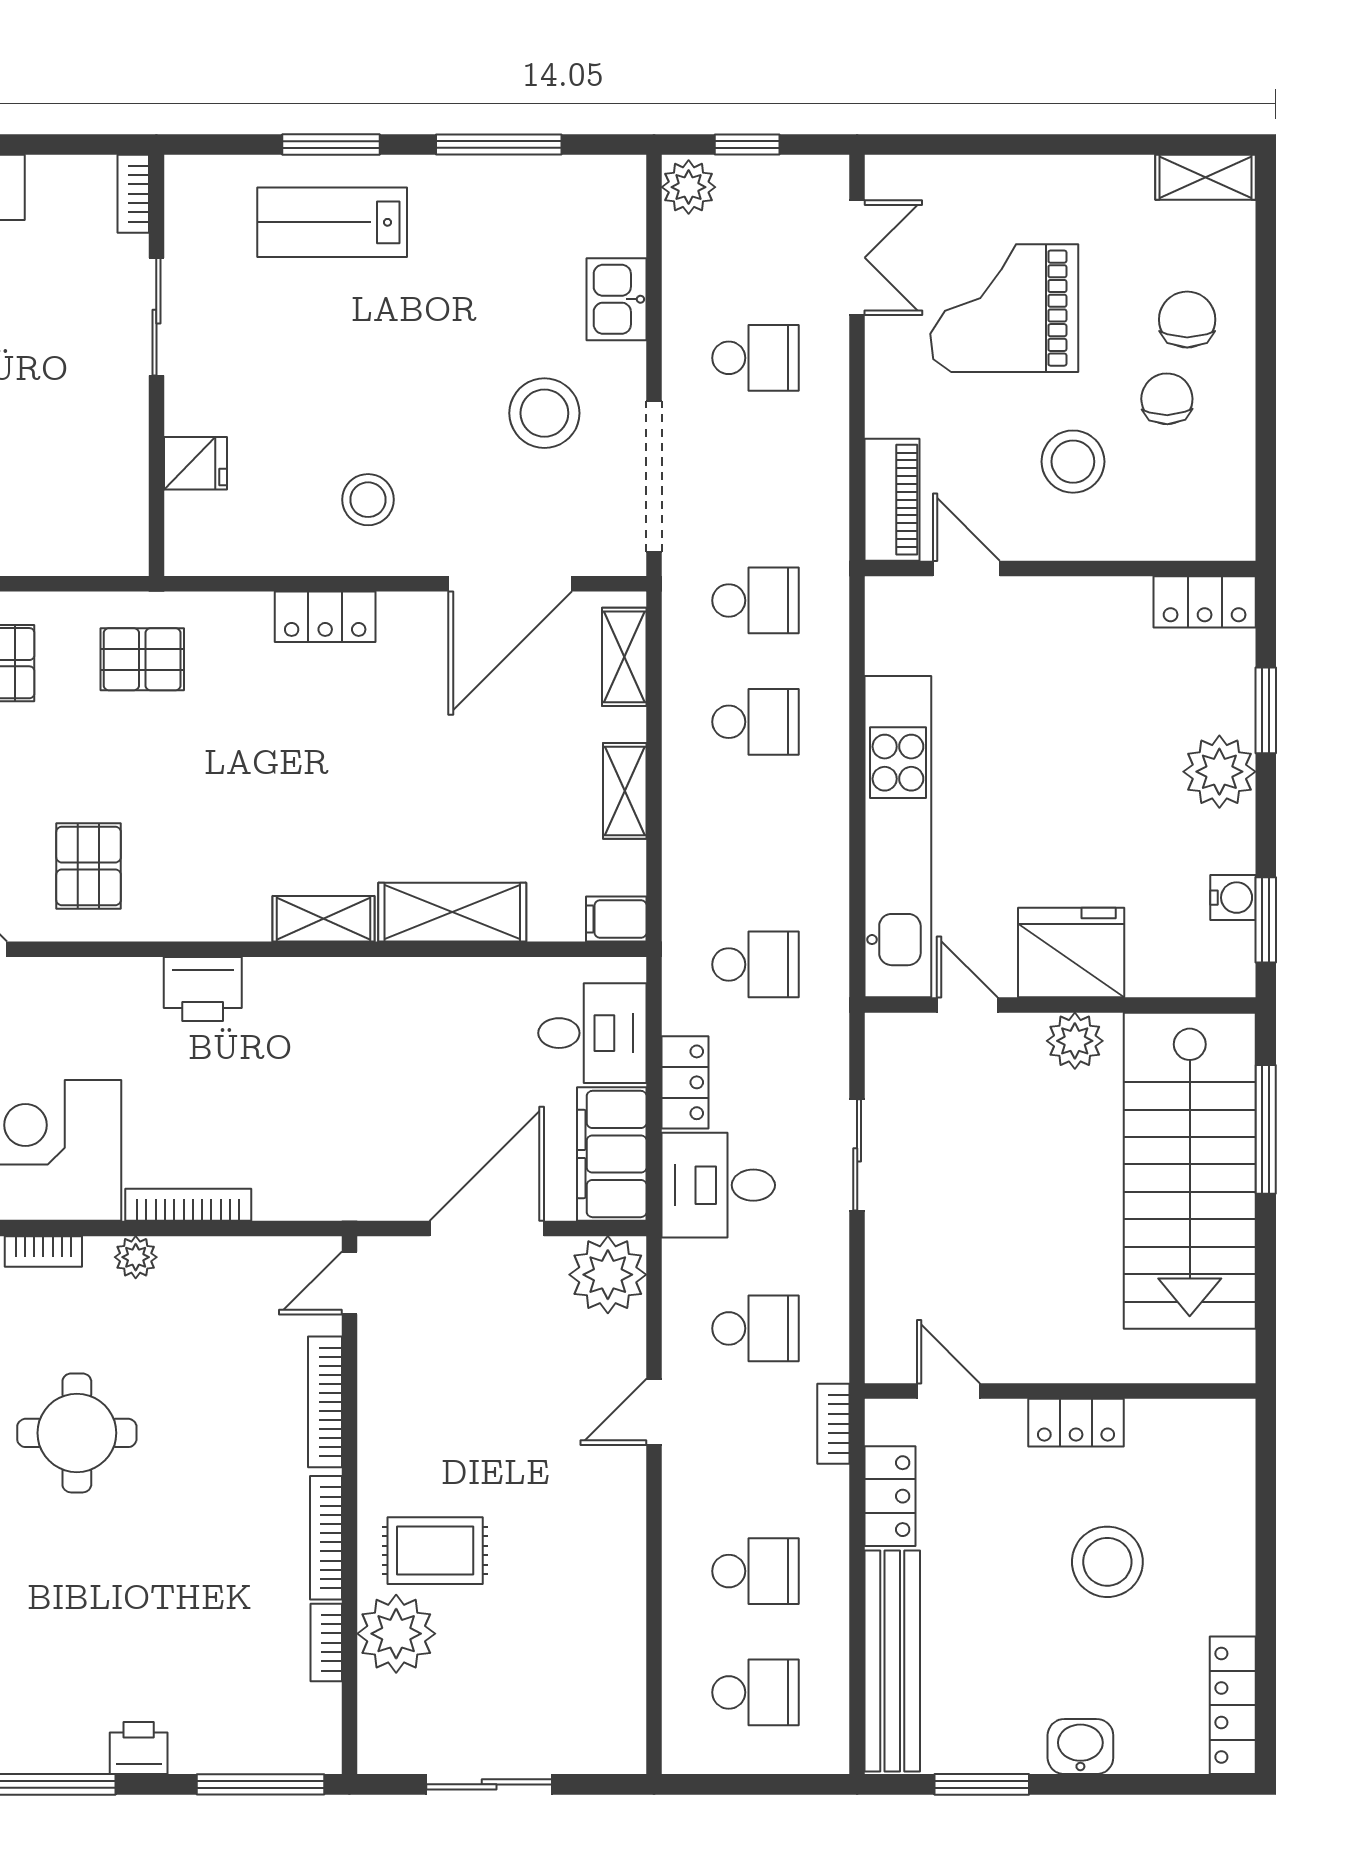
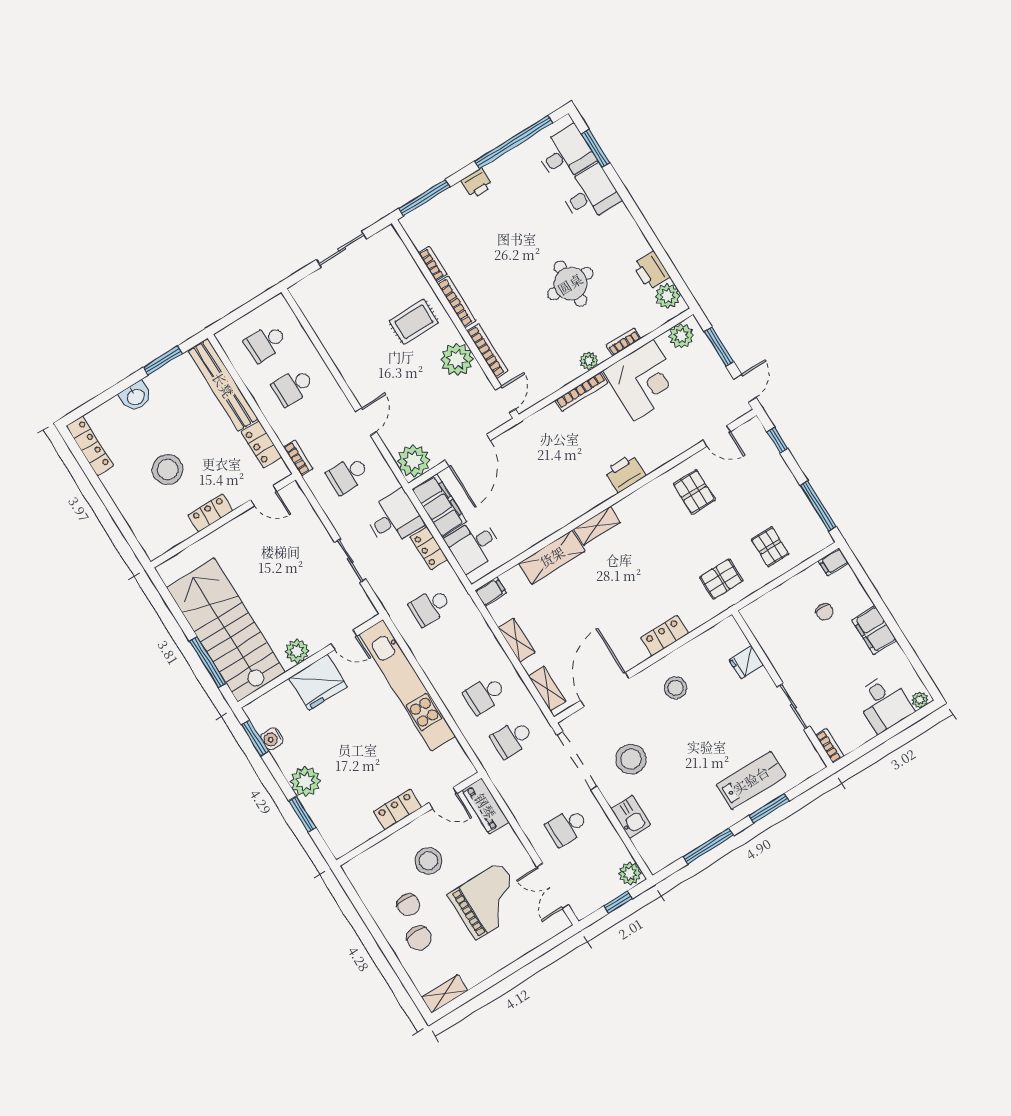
locker: (1205, 602) -> (397, 809), moved
plant: (396, 1634) -> (457, 359), moved

